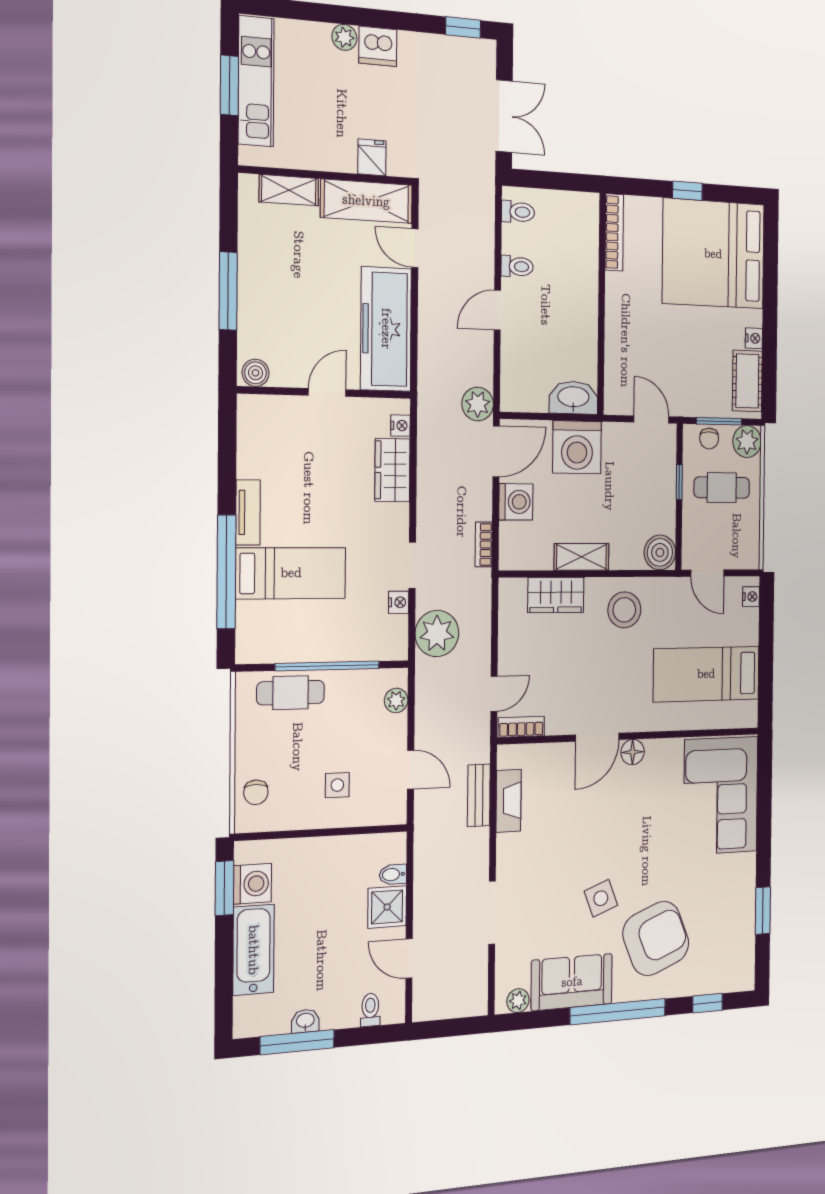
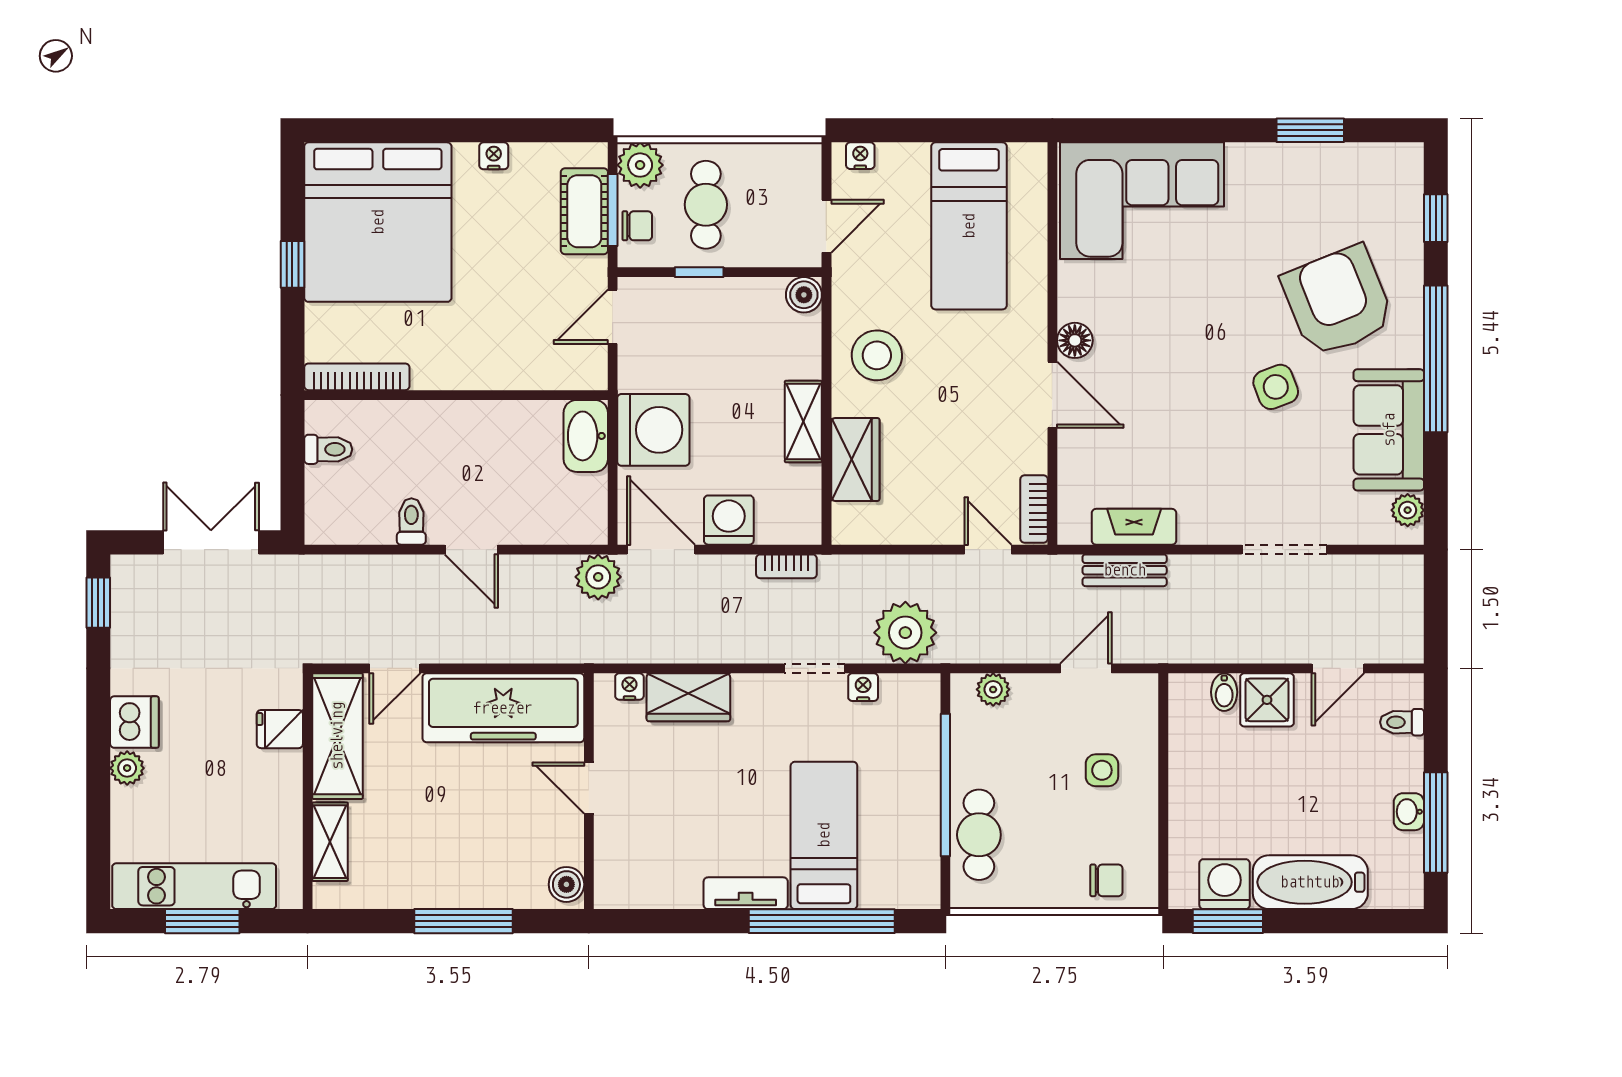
toilet: (518, 212) -> (328, 449), moved, turned 90
cot: (747, 381) -> (584, 211), moved, turned 90
boiler: (660, 552) -> (804, 295), width x0.73, depth x0.73

